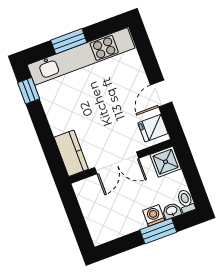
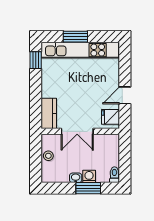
shower: (166, 162) -> (111, 143), removed
stool: (91, 208) -> (48, 156), added
washbasin: (172, 211) -> (76, 178), moved

